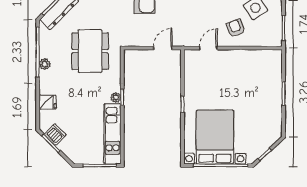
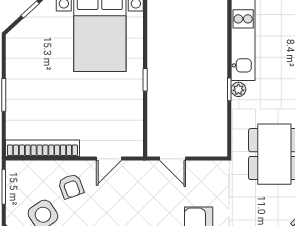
door: (163, 48) -> (173, 159), hinge flipped
bookcase: (256, 55) -> (42, 148), added

